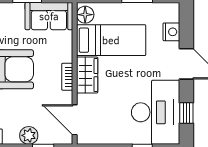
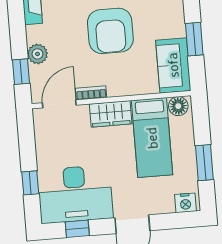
nightstand: (171, 32) -> (185, 203), moved
bookcase: (67, 77) -> (91, 93), moved

